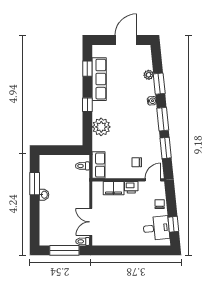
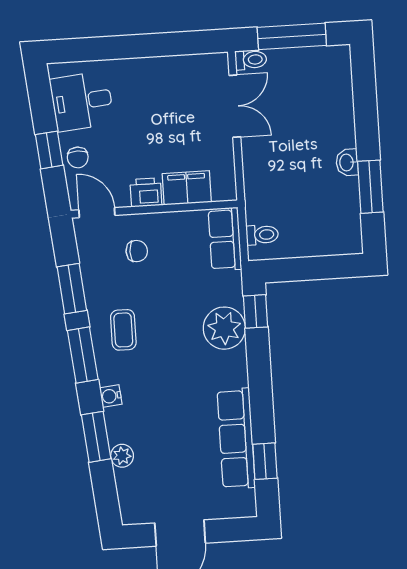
window: (87, 105) -> (256, 311), moved
coffee table: (145, 129) -> (123, 330), added
door: (153, 180) -> (97, 213), swing flipped
window: (173, 224) -> (49, 150), moved

